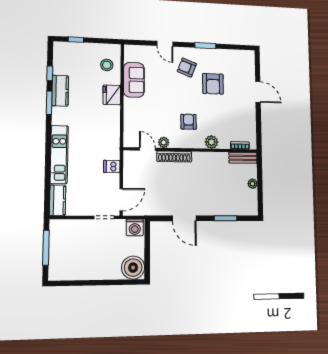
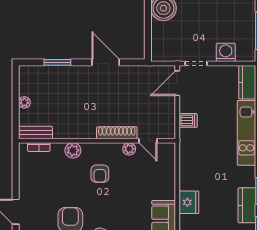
washing machine: (135, 227) -> (226, 52), moved

